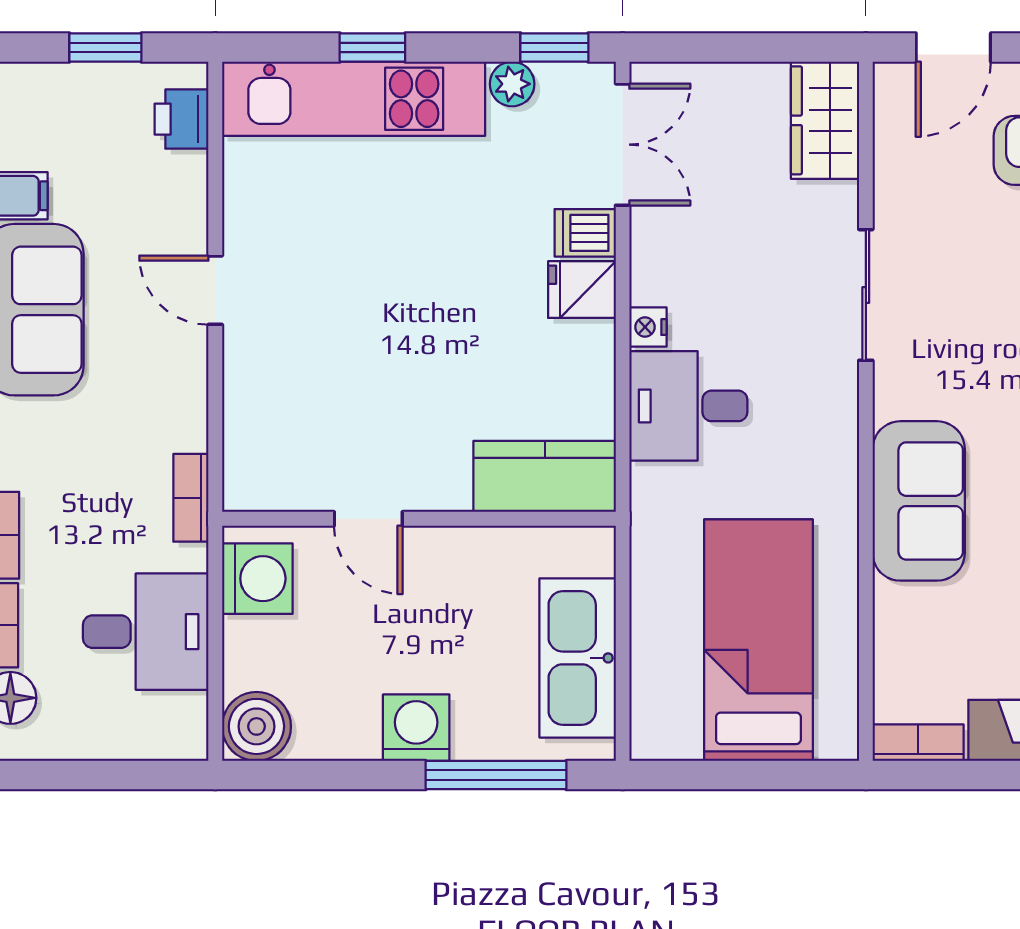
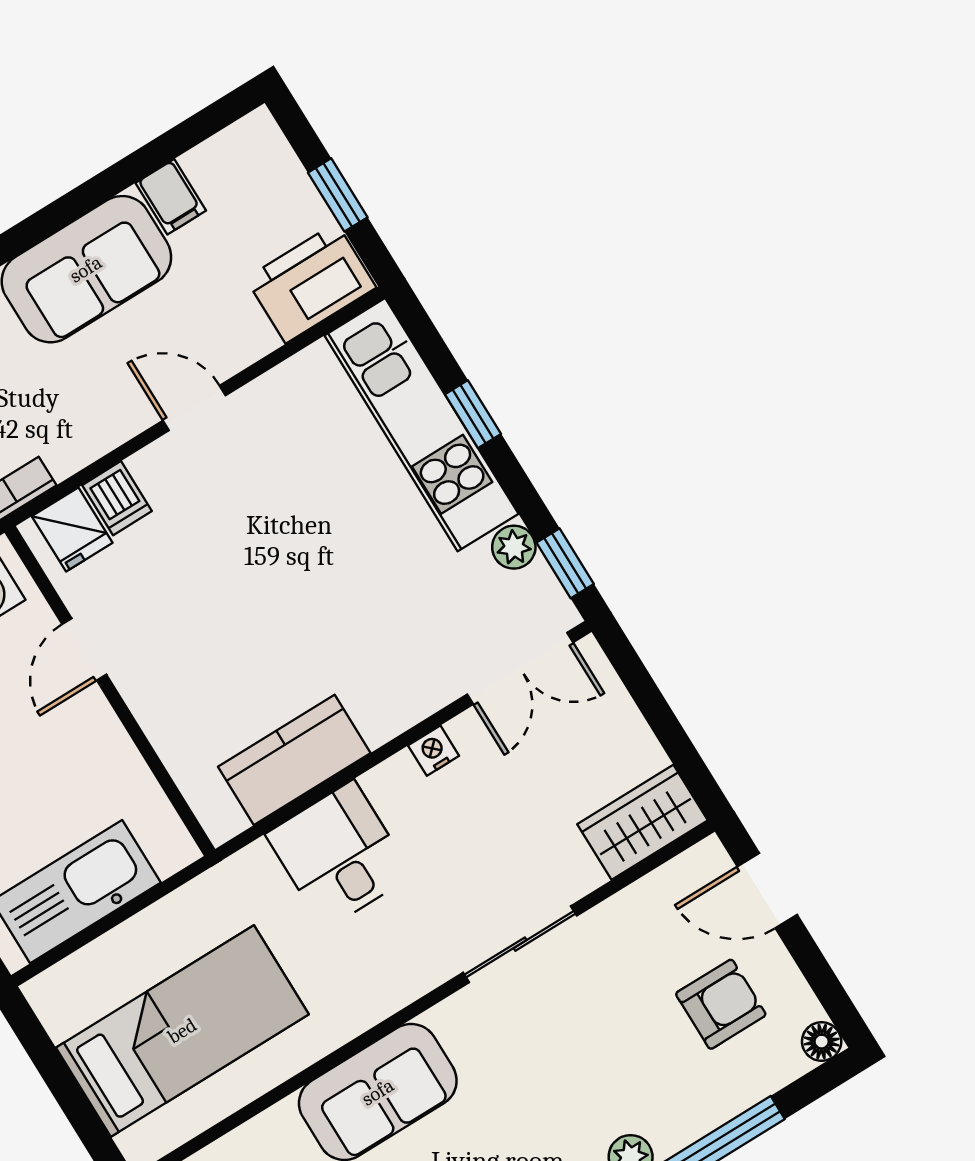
printer: (181, 119) -> (311, 283), width x1.87, depth x1.48
dishwasher: (585, 233) -> (117, 498), moved, turned 180
door: (215, 290) -> (194, 408), hinge flipped
fridge: (582, 290) -> (72, 530), moved, turned 180
nightstand: (648, 327) -> (434, 751), moved
kitchen counter: (545, 476) -> (294, 760), moved, turned -90

